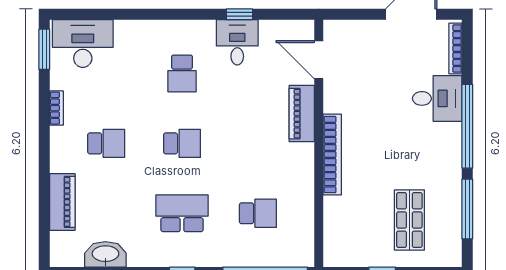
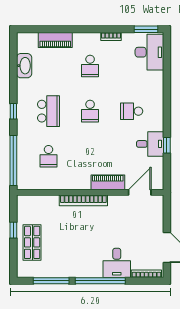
shop shelf: (409, 220) -> (32, 242), moved, turned 90

